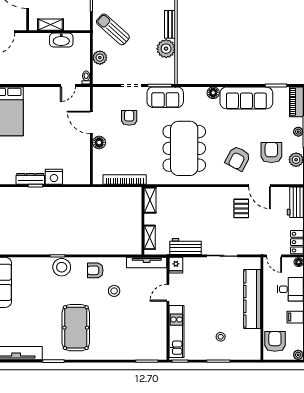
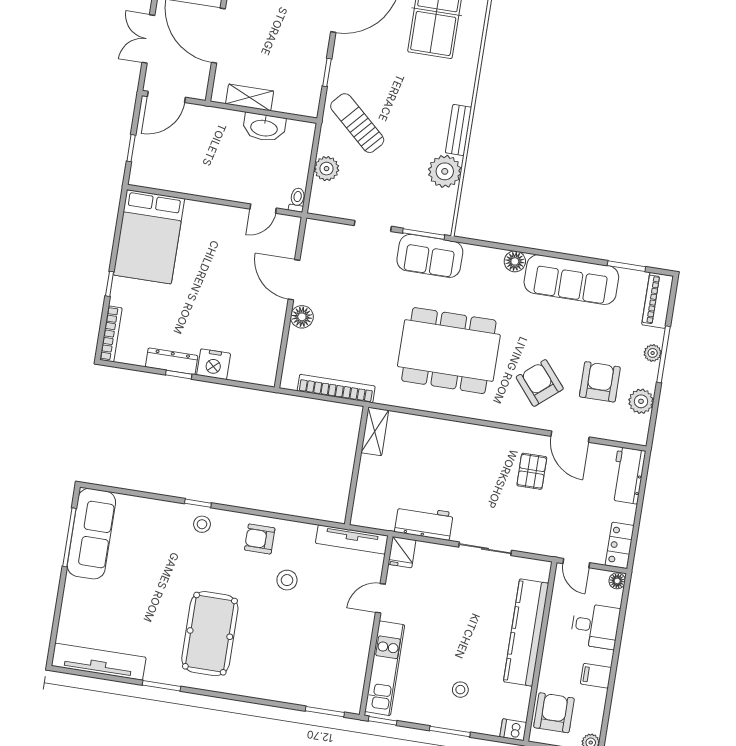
armchair: (129, 118) -> (361, 282), removed
dining table: (184, 148) -> (449, 351), turned 90
armchair: (238, 158) -> (540, 383), turned 112
shelving: (150, 237) -> (364, 496), removed
stool: (62, 267) -> (202, 524), width x0.53, depth x0.53
dishwasher: (254, 354) -> (513, 730), added

